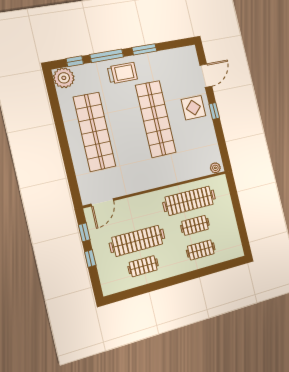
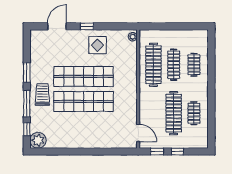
door: (206, 76) -> (57, 26), hinge flipped
display table: (193, 108) -> (98, 45), moved
shop shelf: (95, 132) -> (84, 101), moved
clothes rail: (195, 225) -> (174, 65), width x1.36

